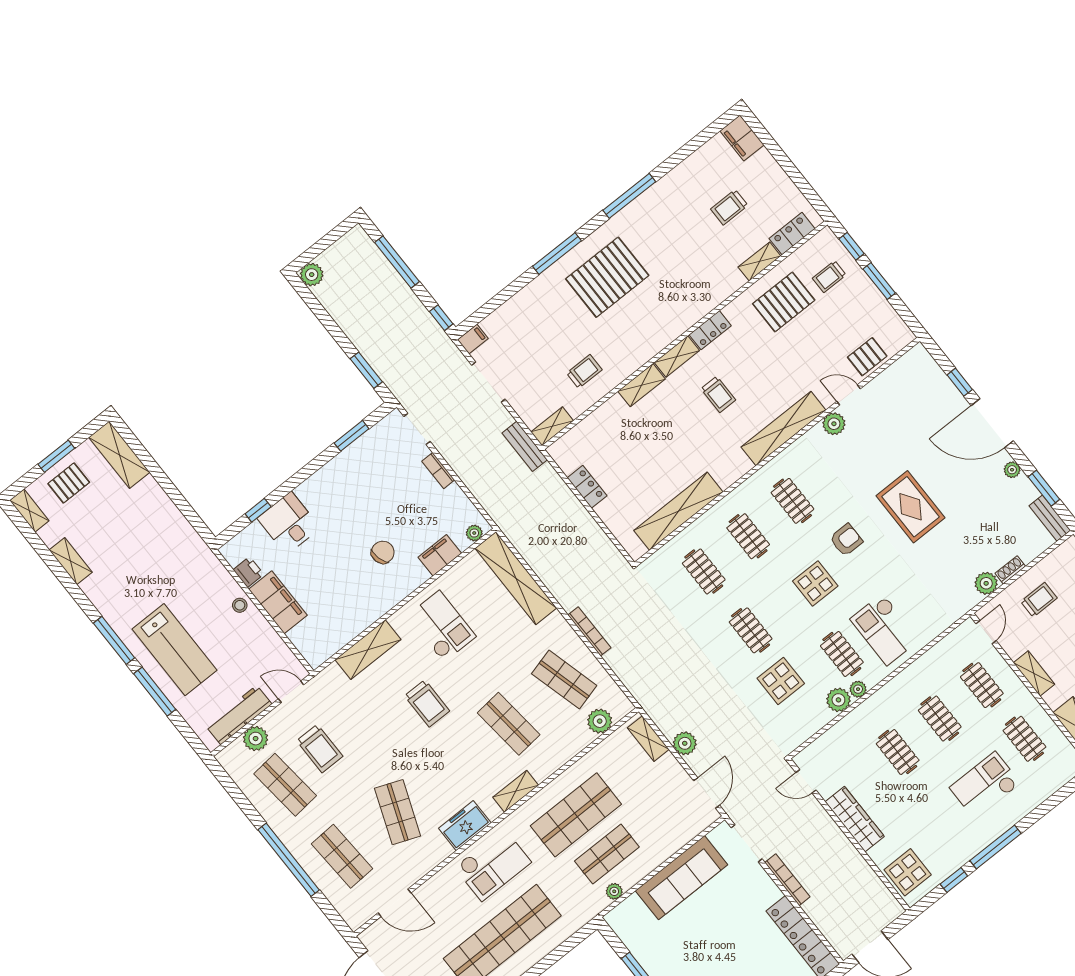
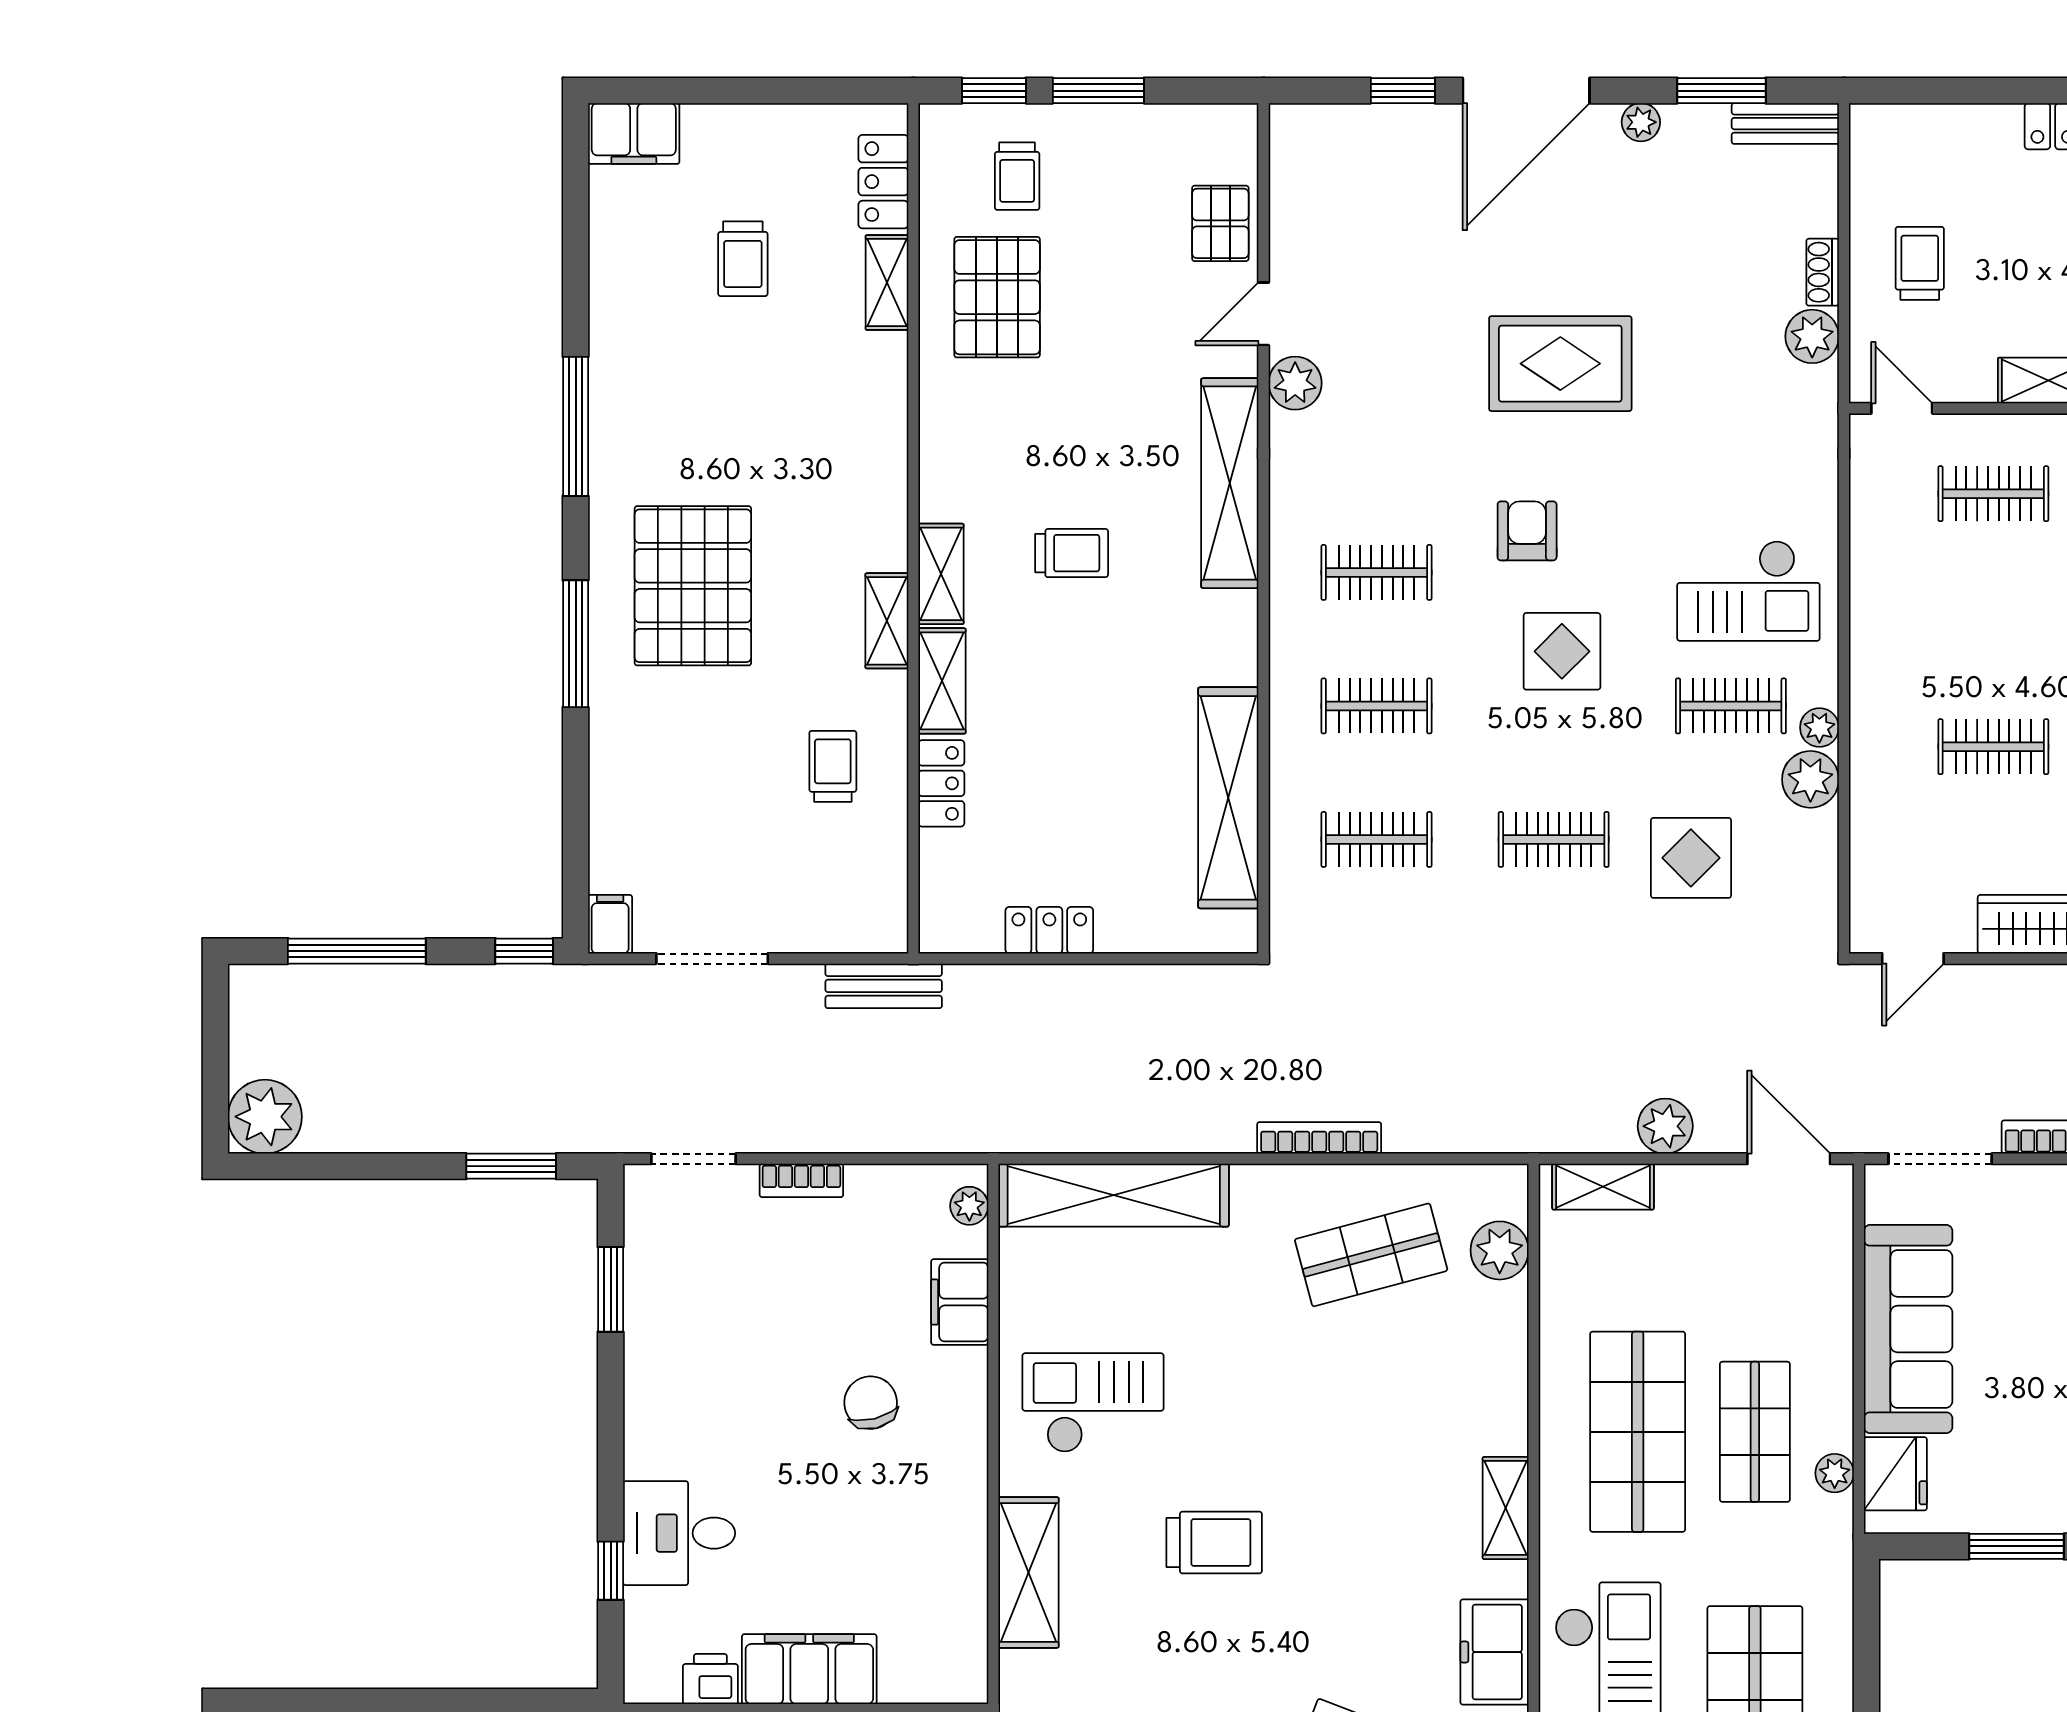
plant: (312, 275) -> (265, 1117), width x1.36, depth x1.36
locker: (710, 330) -> (941, 783), moved
shelving: (552, 426) -> (887, 621), moved
clothes rail: (940, 719) -> (1993, 620), removed
shop shelf: (509, 724) -> (1371, 1422), removed
fridge: (630, 912) -> (1895, 1474), added

